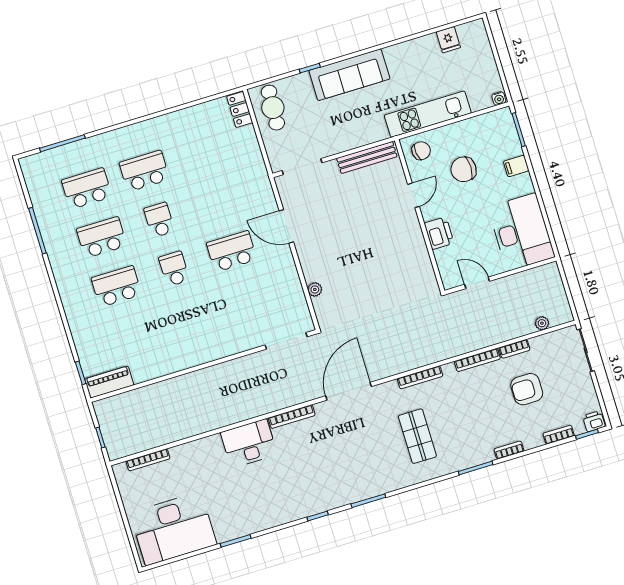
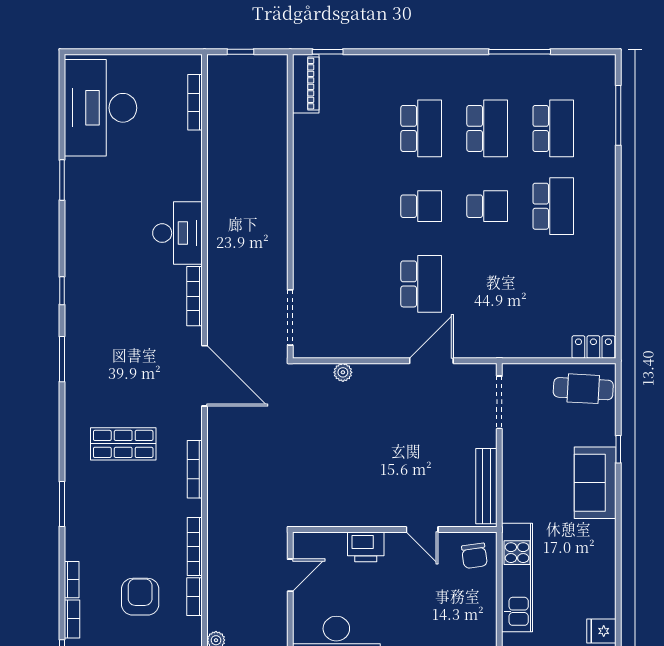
sofa: (349, 75) -> (595, 483), width x0.73
chair: (464, 169) -> (435, 601), removed
bookcase: (509, 450) -> (72, 580), moved

